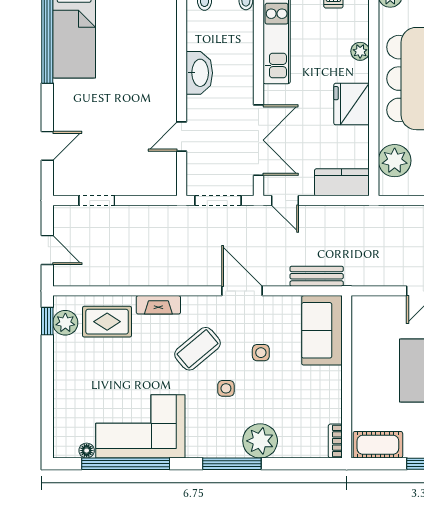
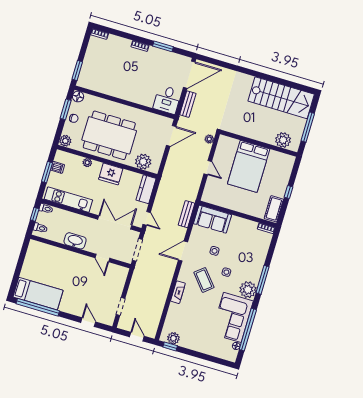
door: (285, 200) -> (147, 218), hinge flipped
door: (47, 250) -> (137, 337), hinge flipped
rug: (107, 322) -> (179, 319), removed
plant: (260, 441) -> (248, 290), moved

